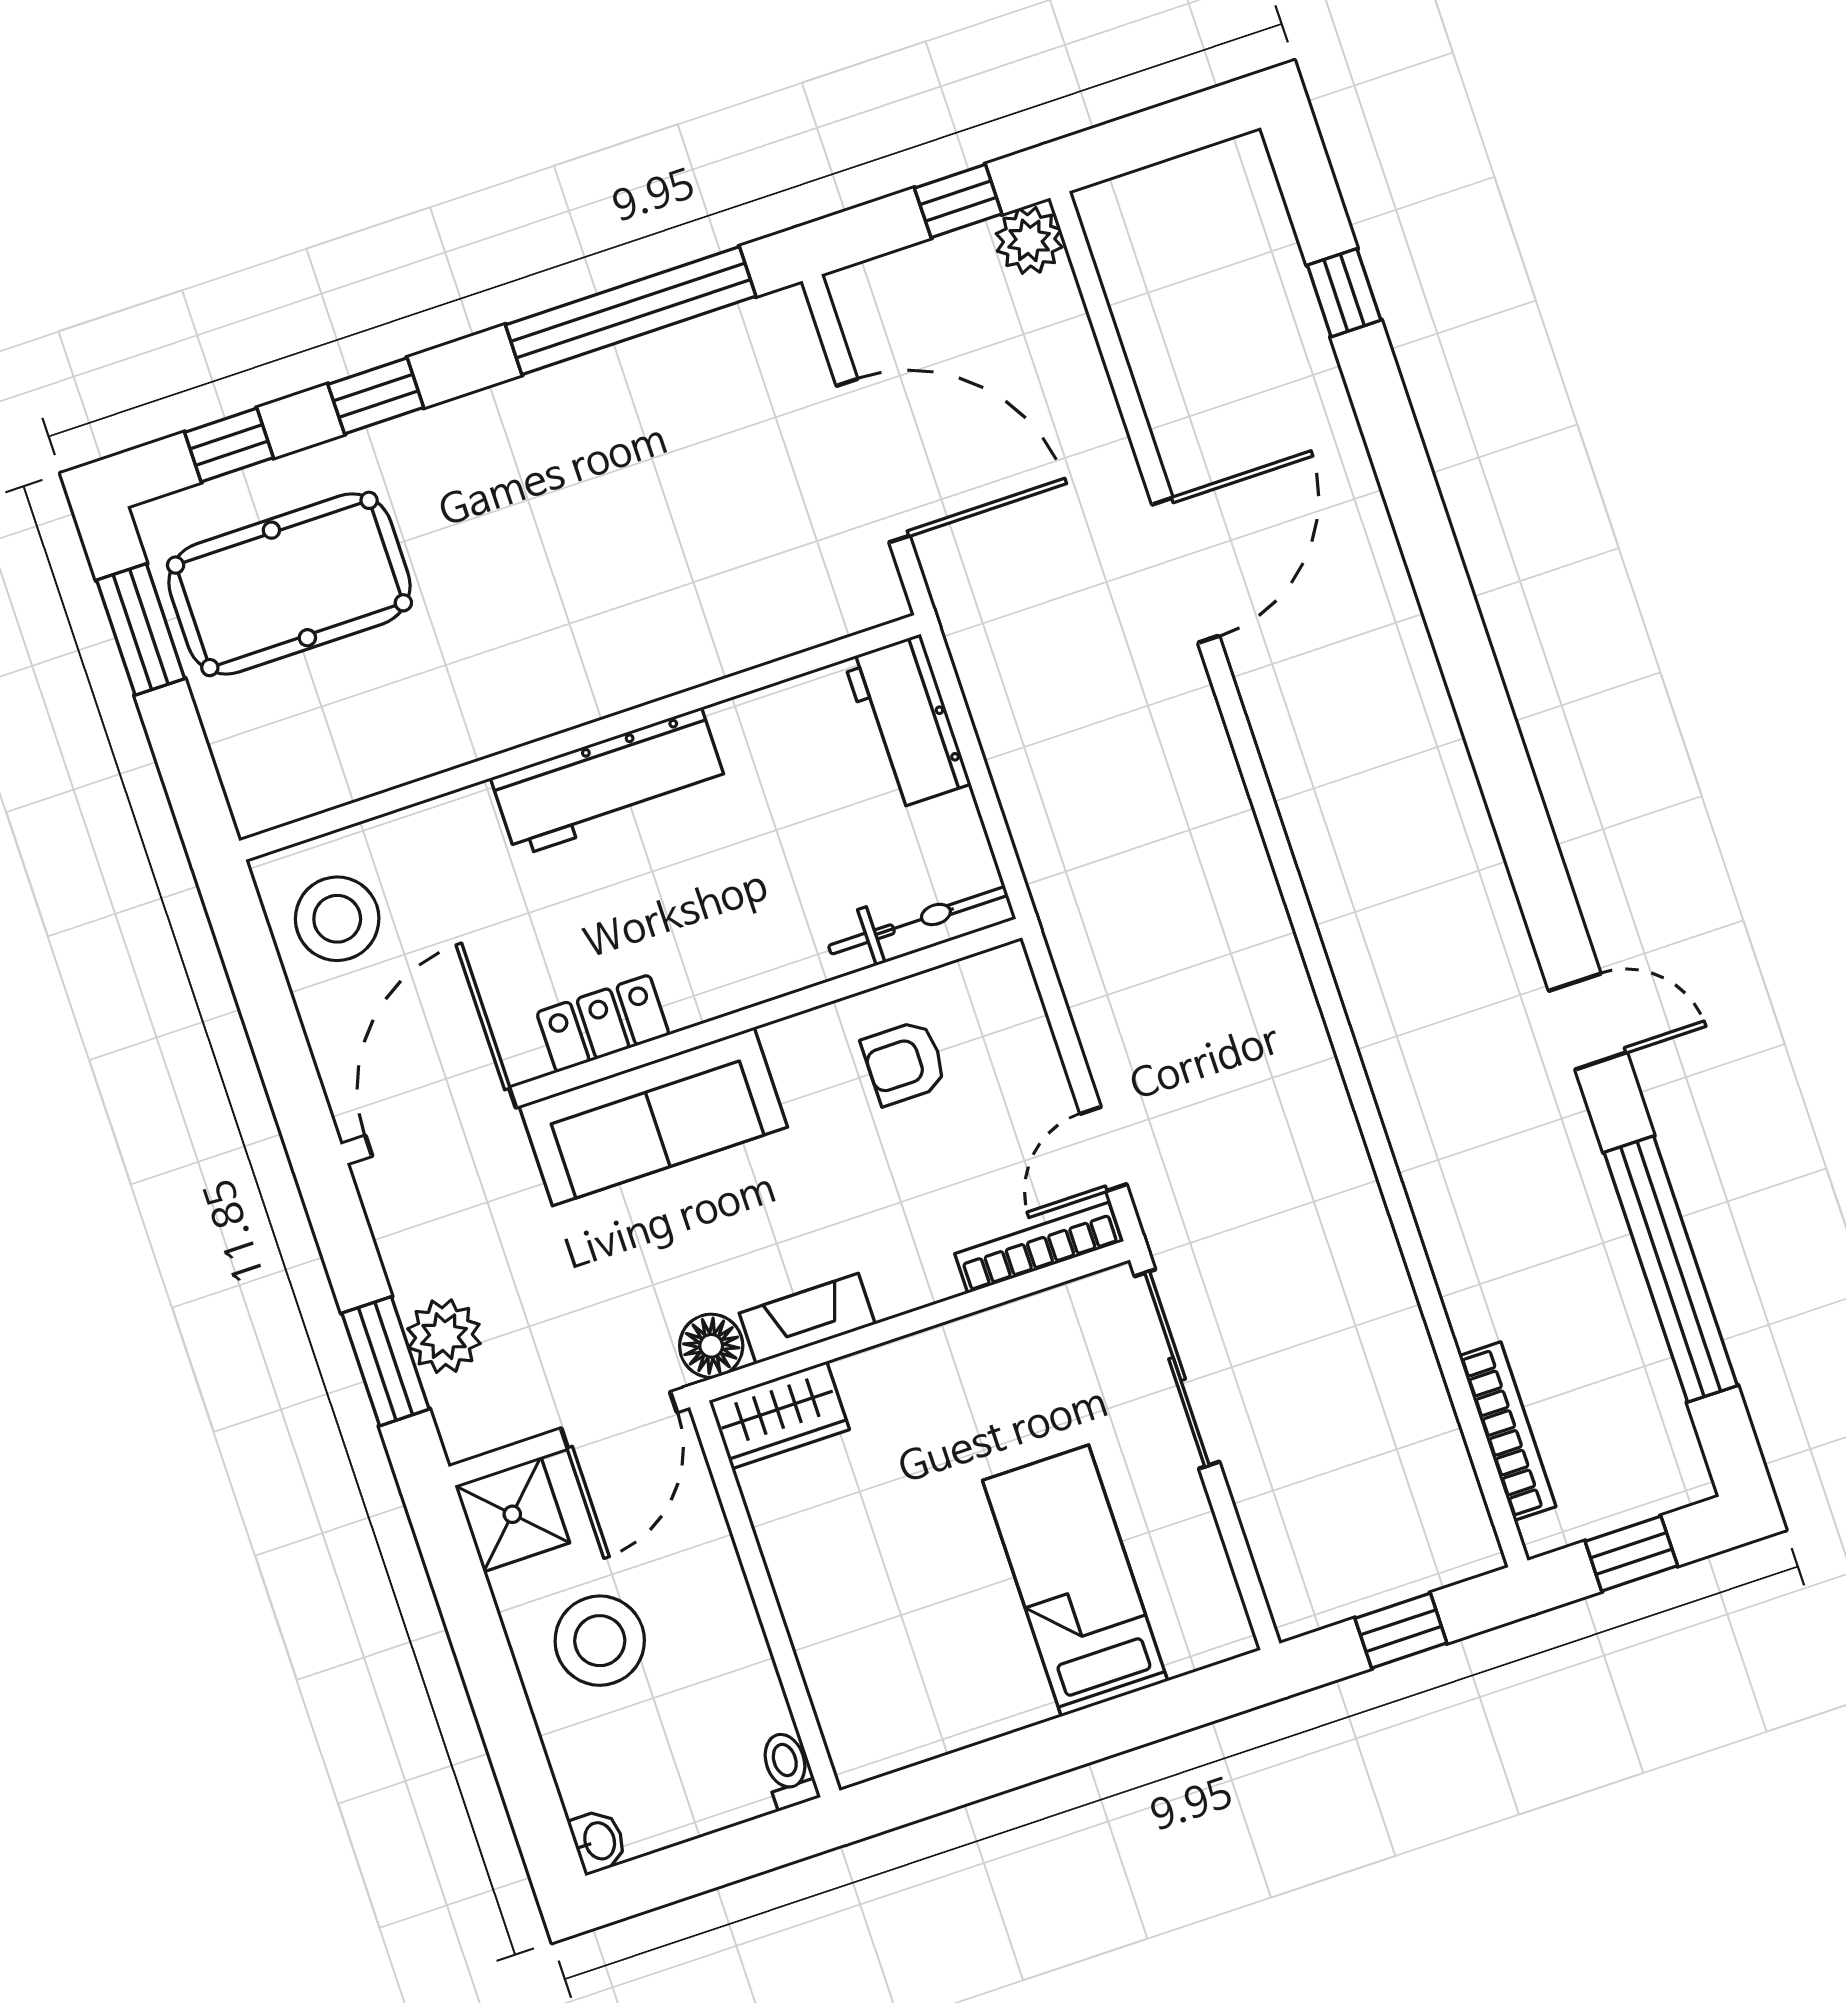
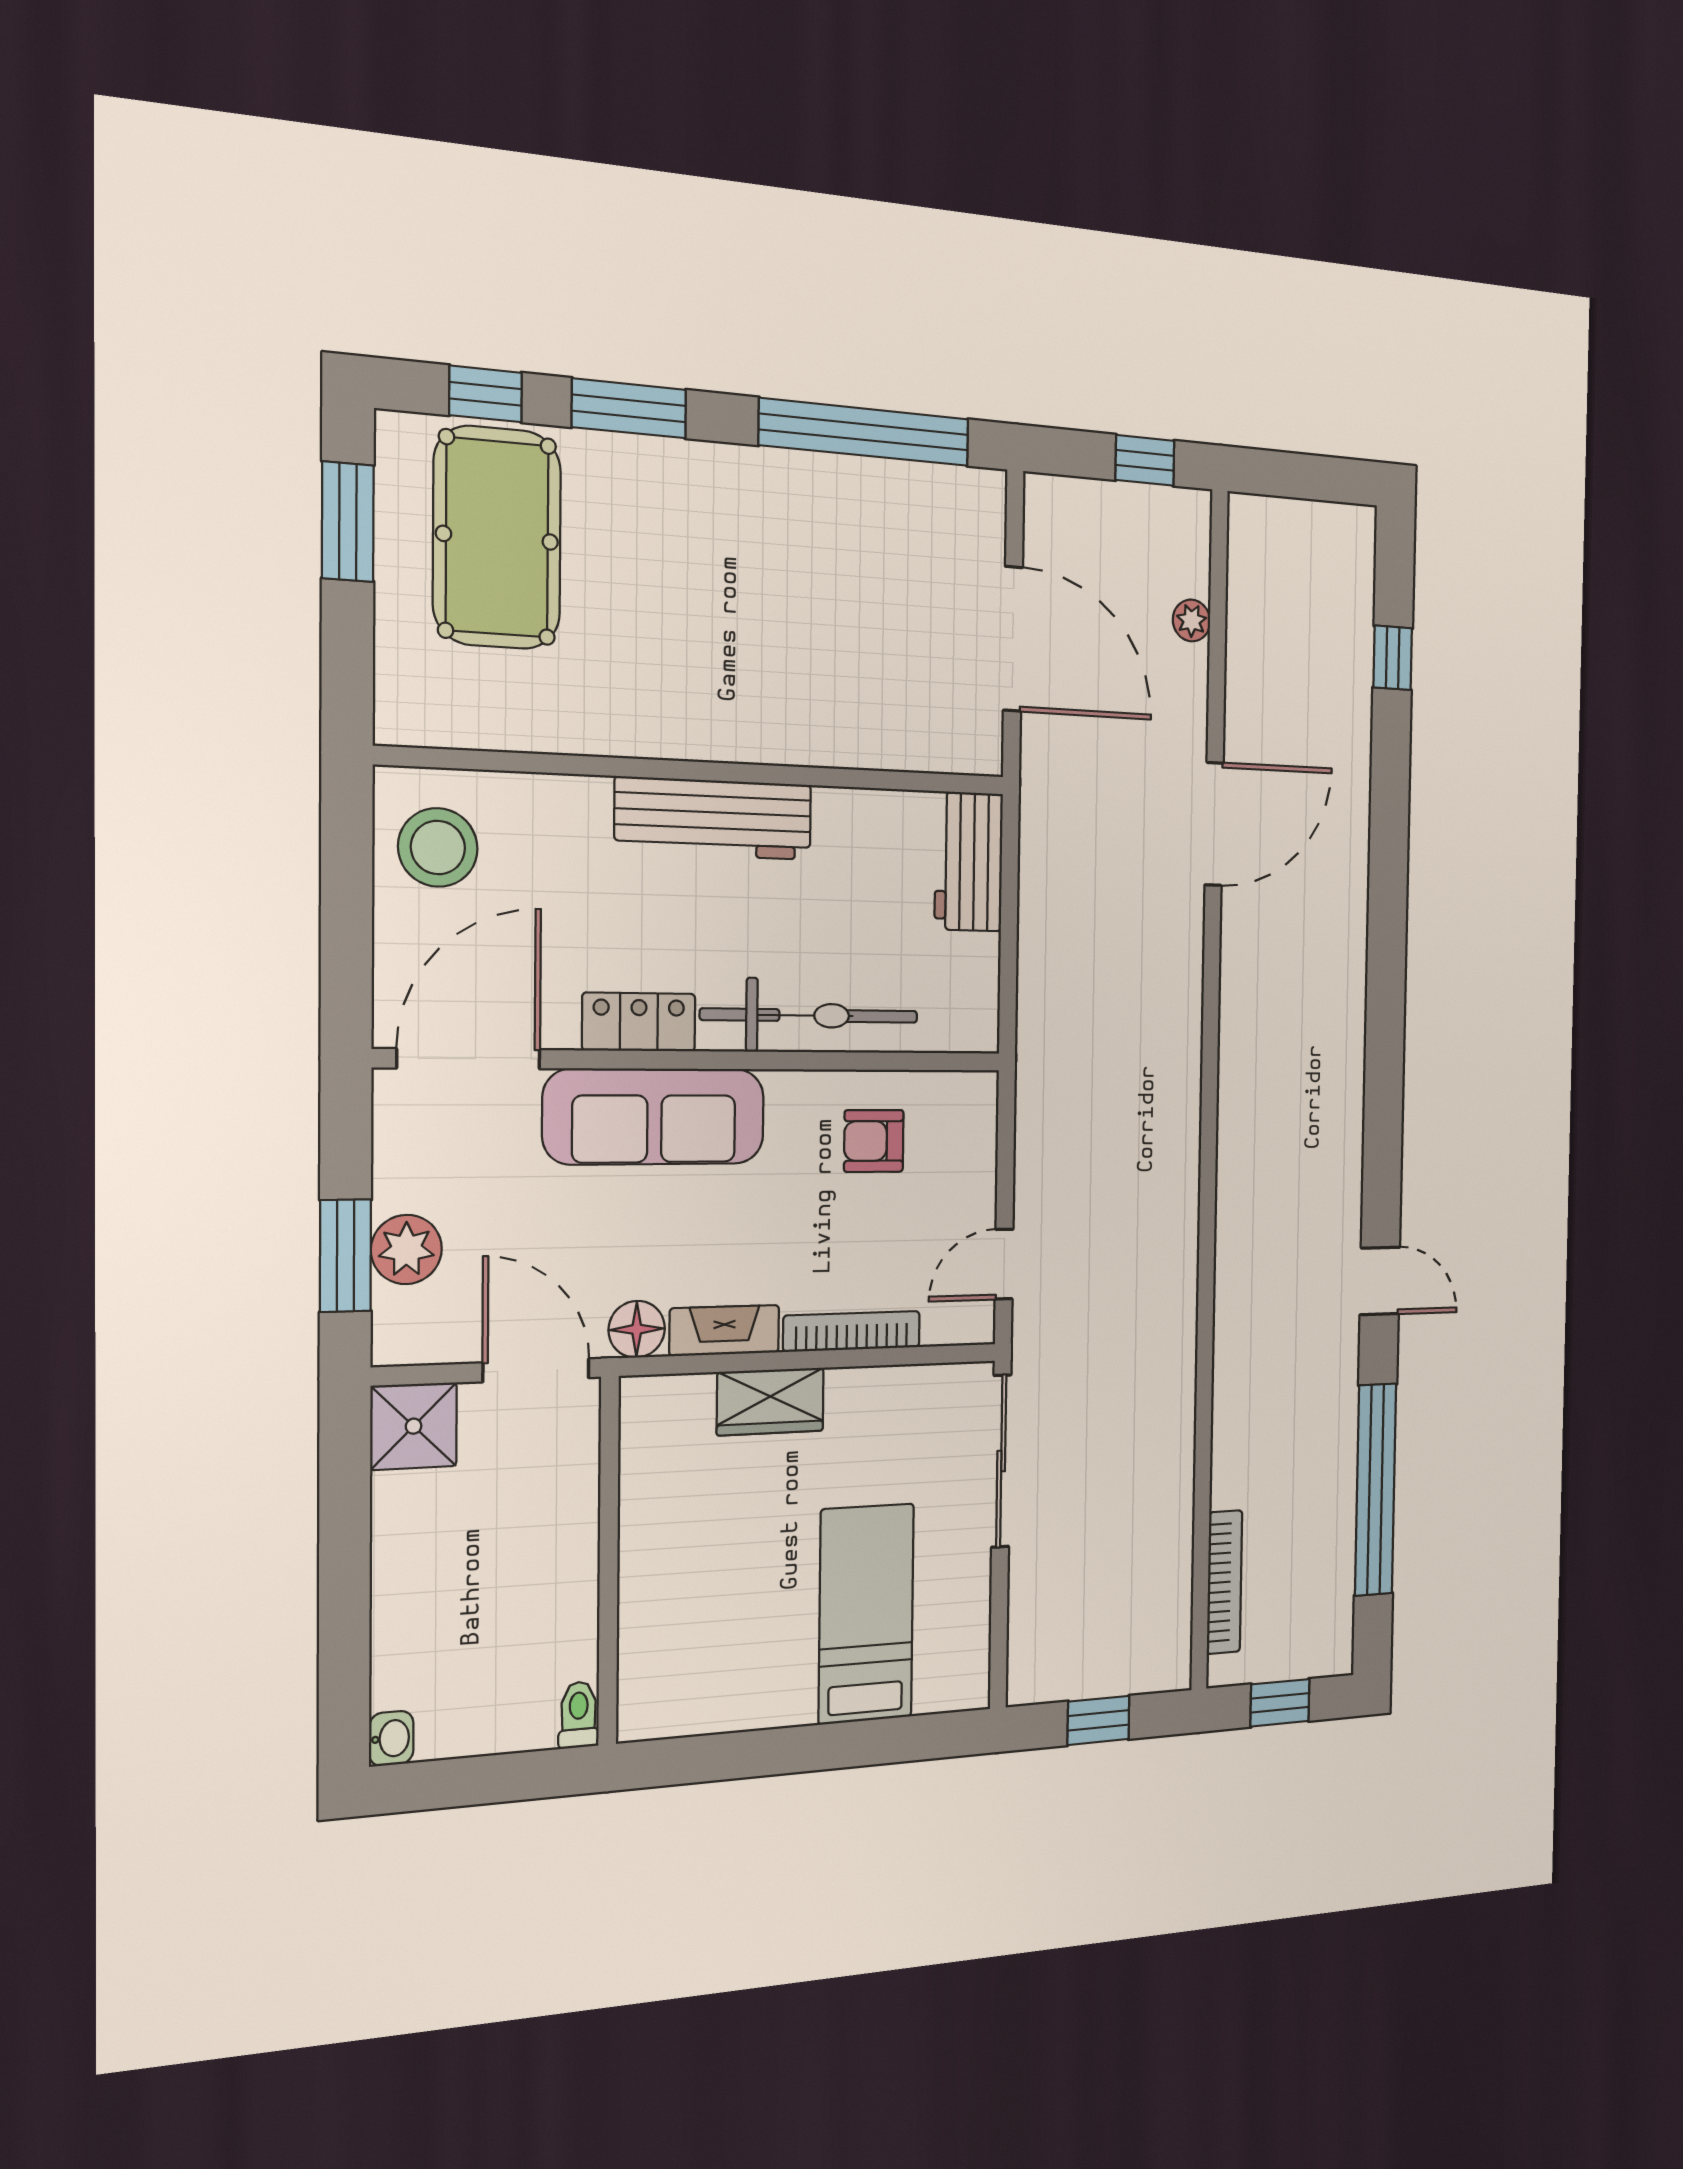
plant: (1029, 240) -> (1192, 621), moved, width x0.73, depth x0.73
window: (376, 396) -> (629, 408), width x1.50
pool table: (289, 584) -> (497, 538), turned 90
bicycle: (918, 920) -> (810, 1016), moved, width x1.37, depth x1.40
bookcase: (1038, 1248) -> (852, 1331), moved
wardrobe: (779, 1415) -> (770, 1401), moved
door: (619, 1420) -> (536, 1370), swing flipped
stool: (600, 1641) -> (453, 1560), removed

